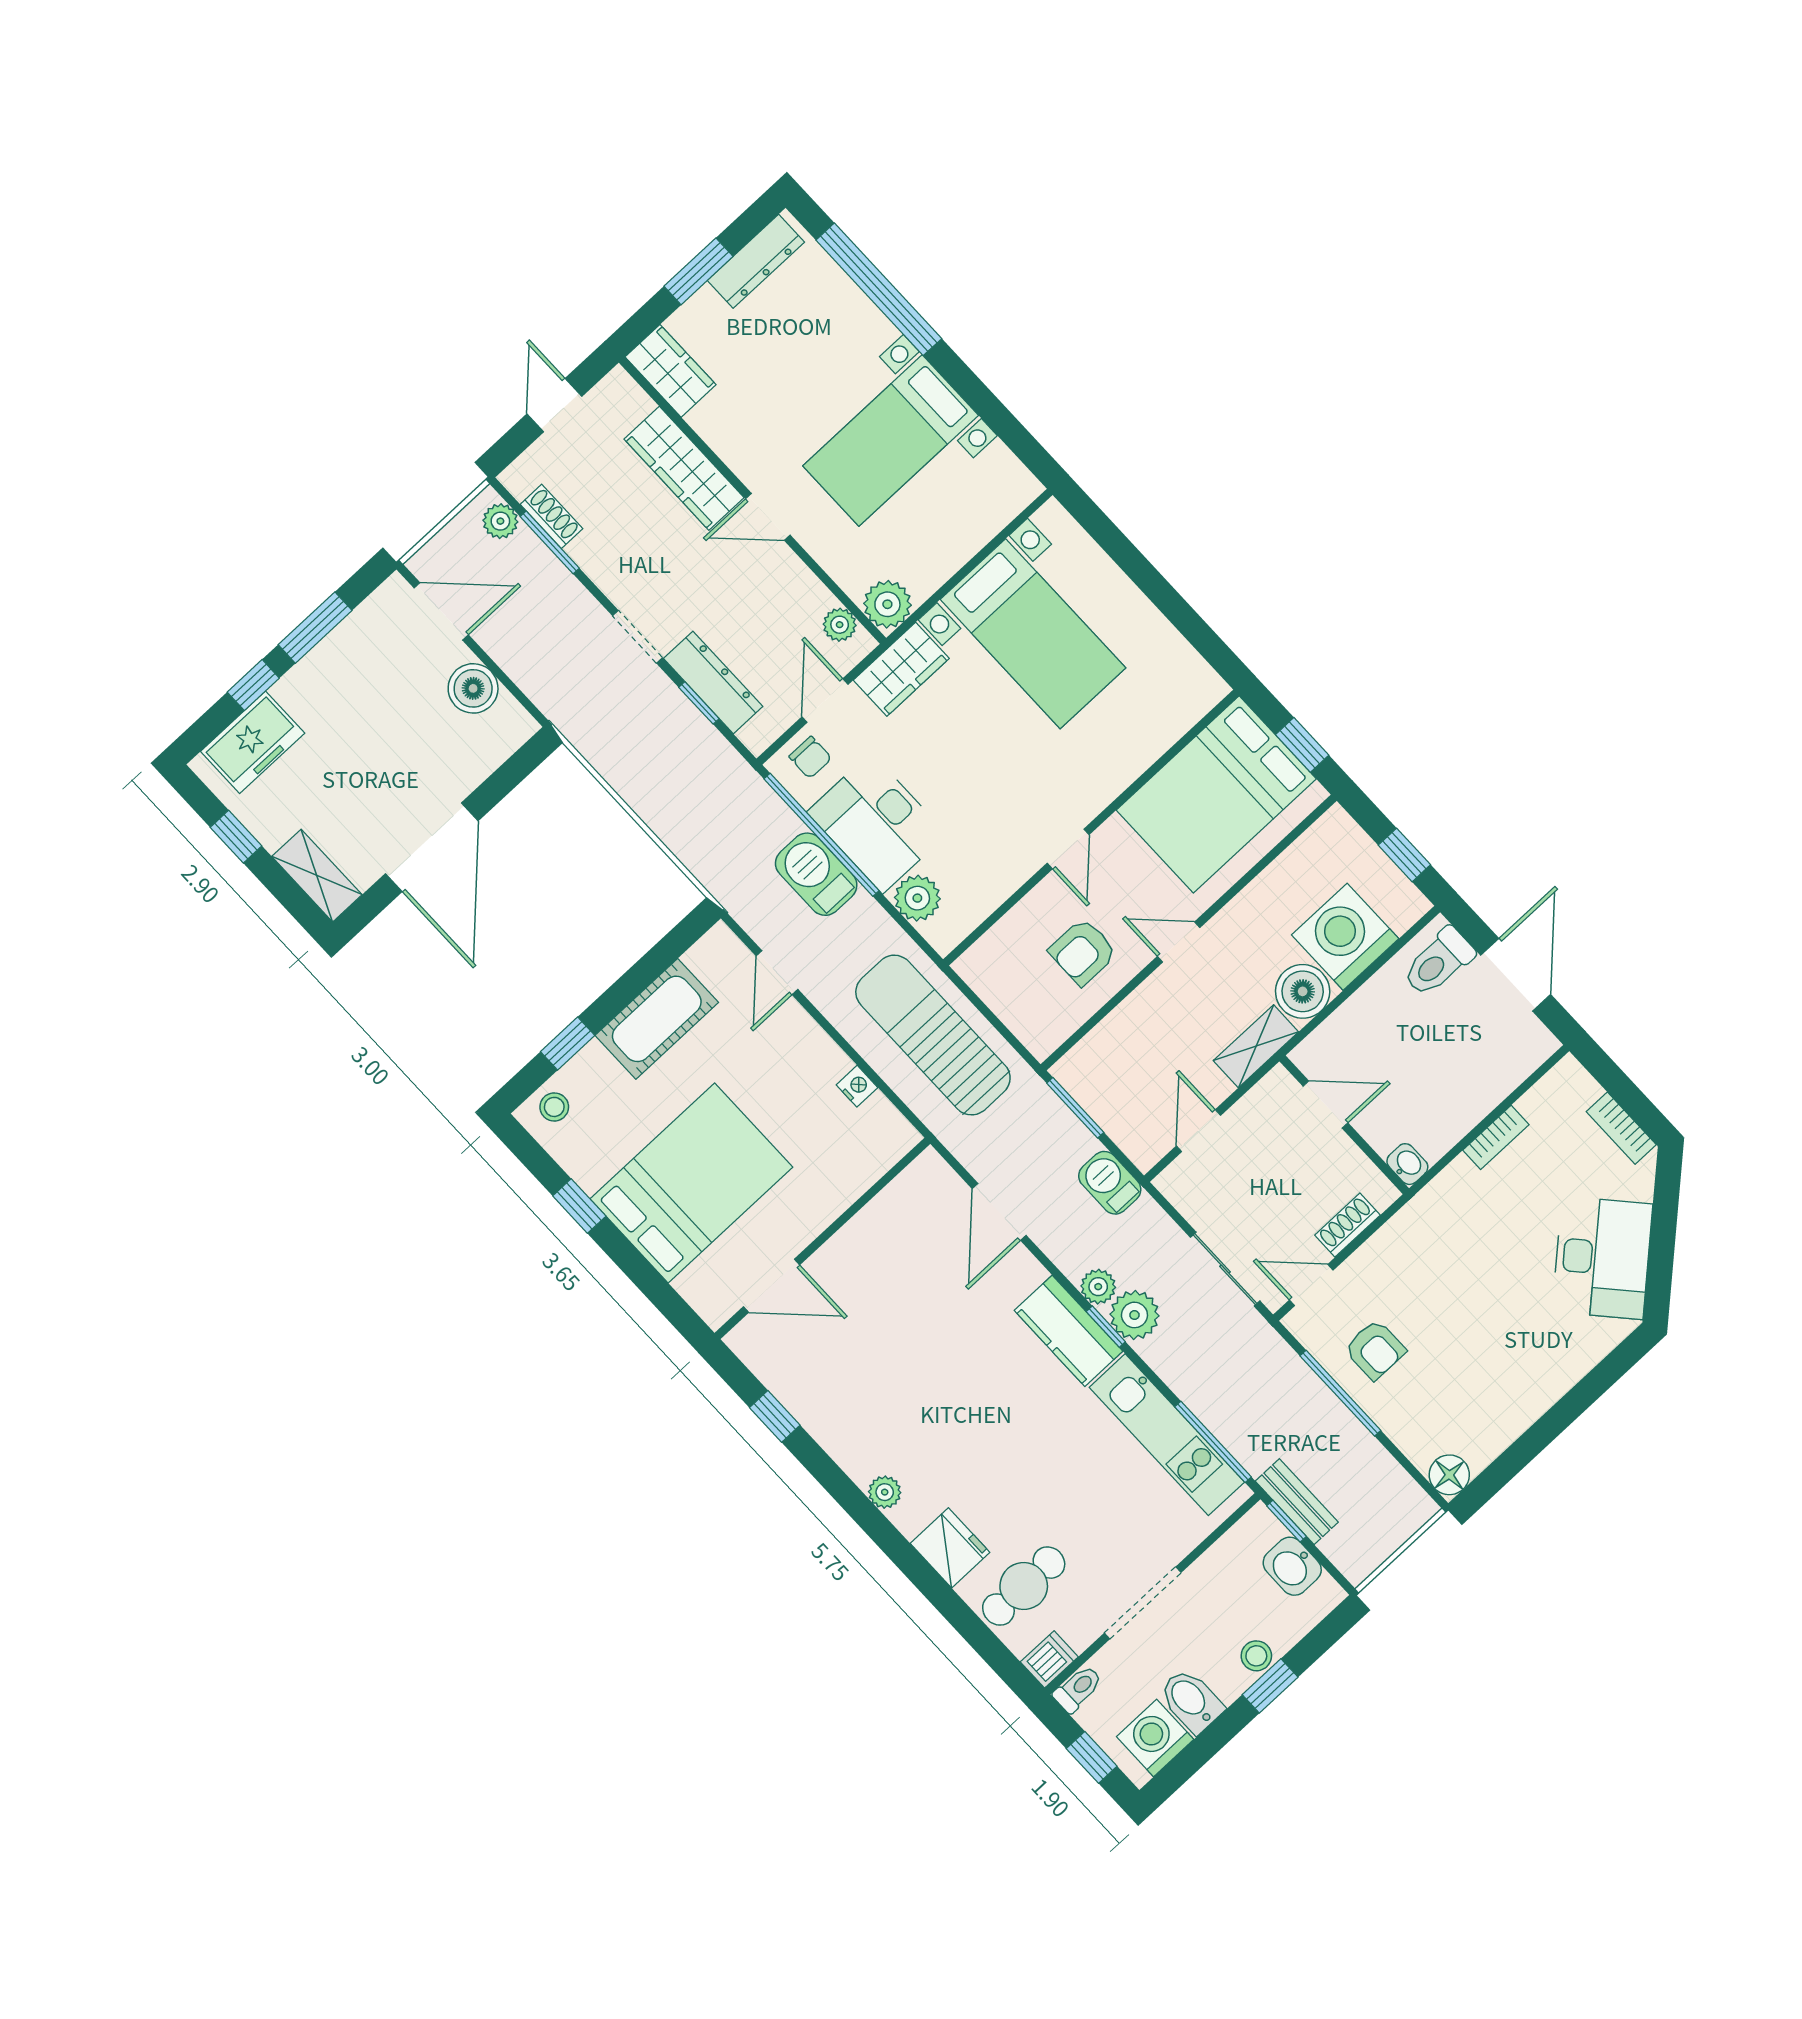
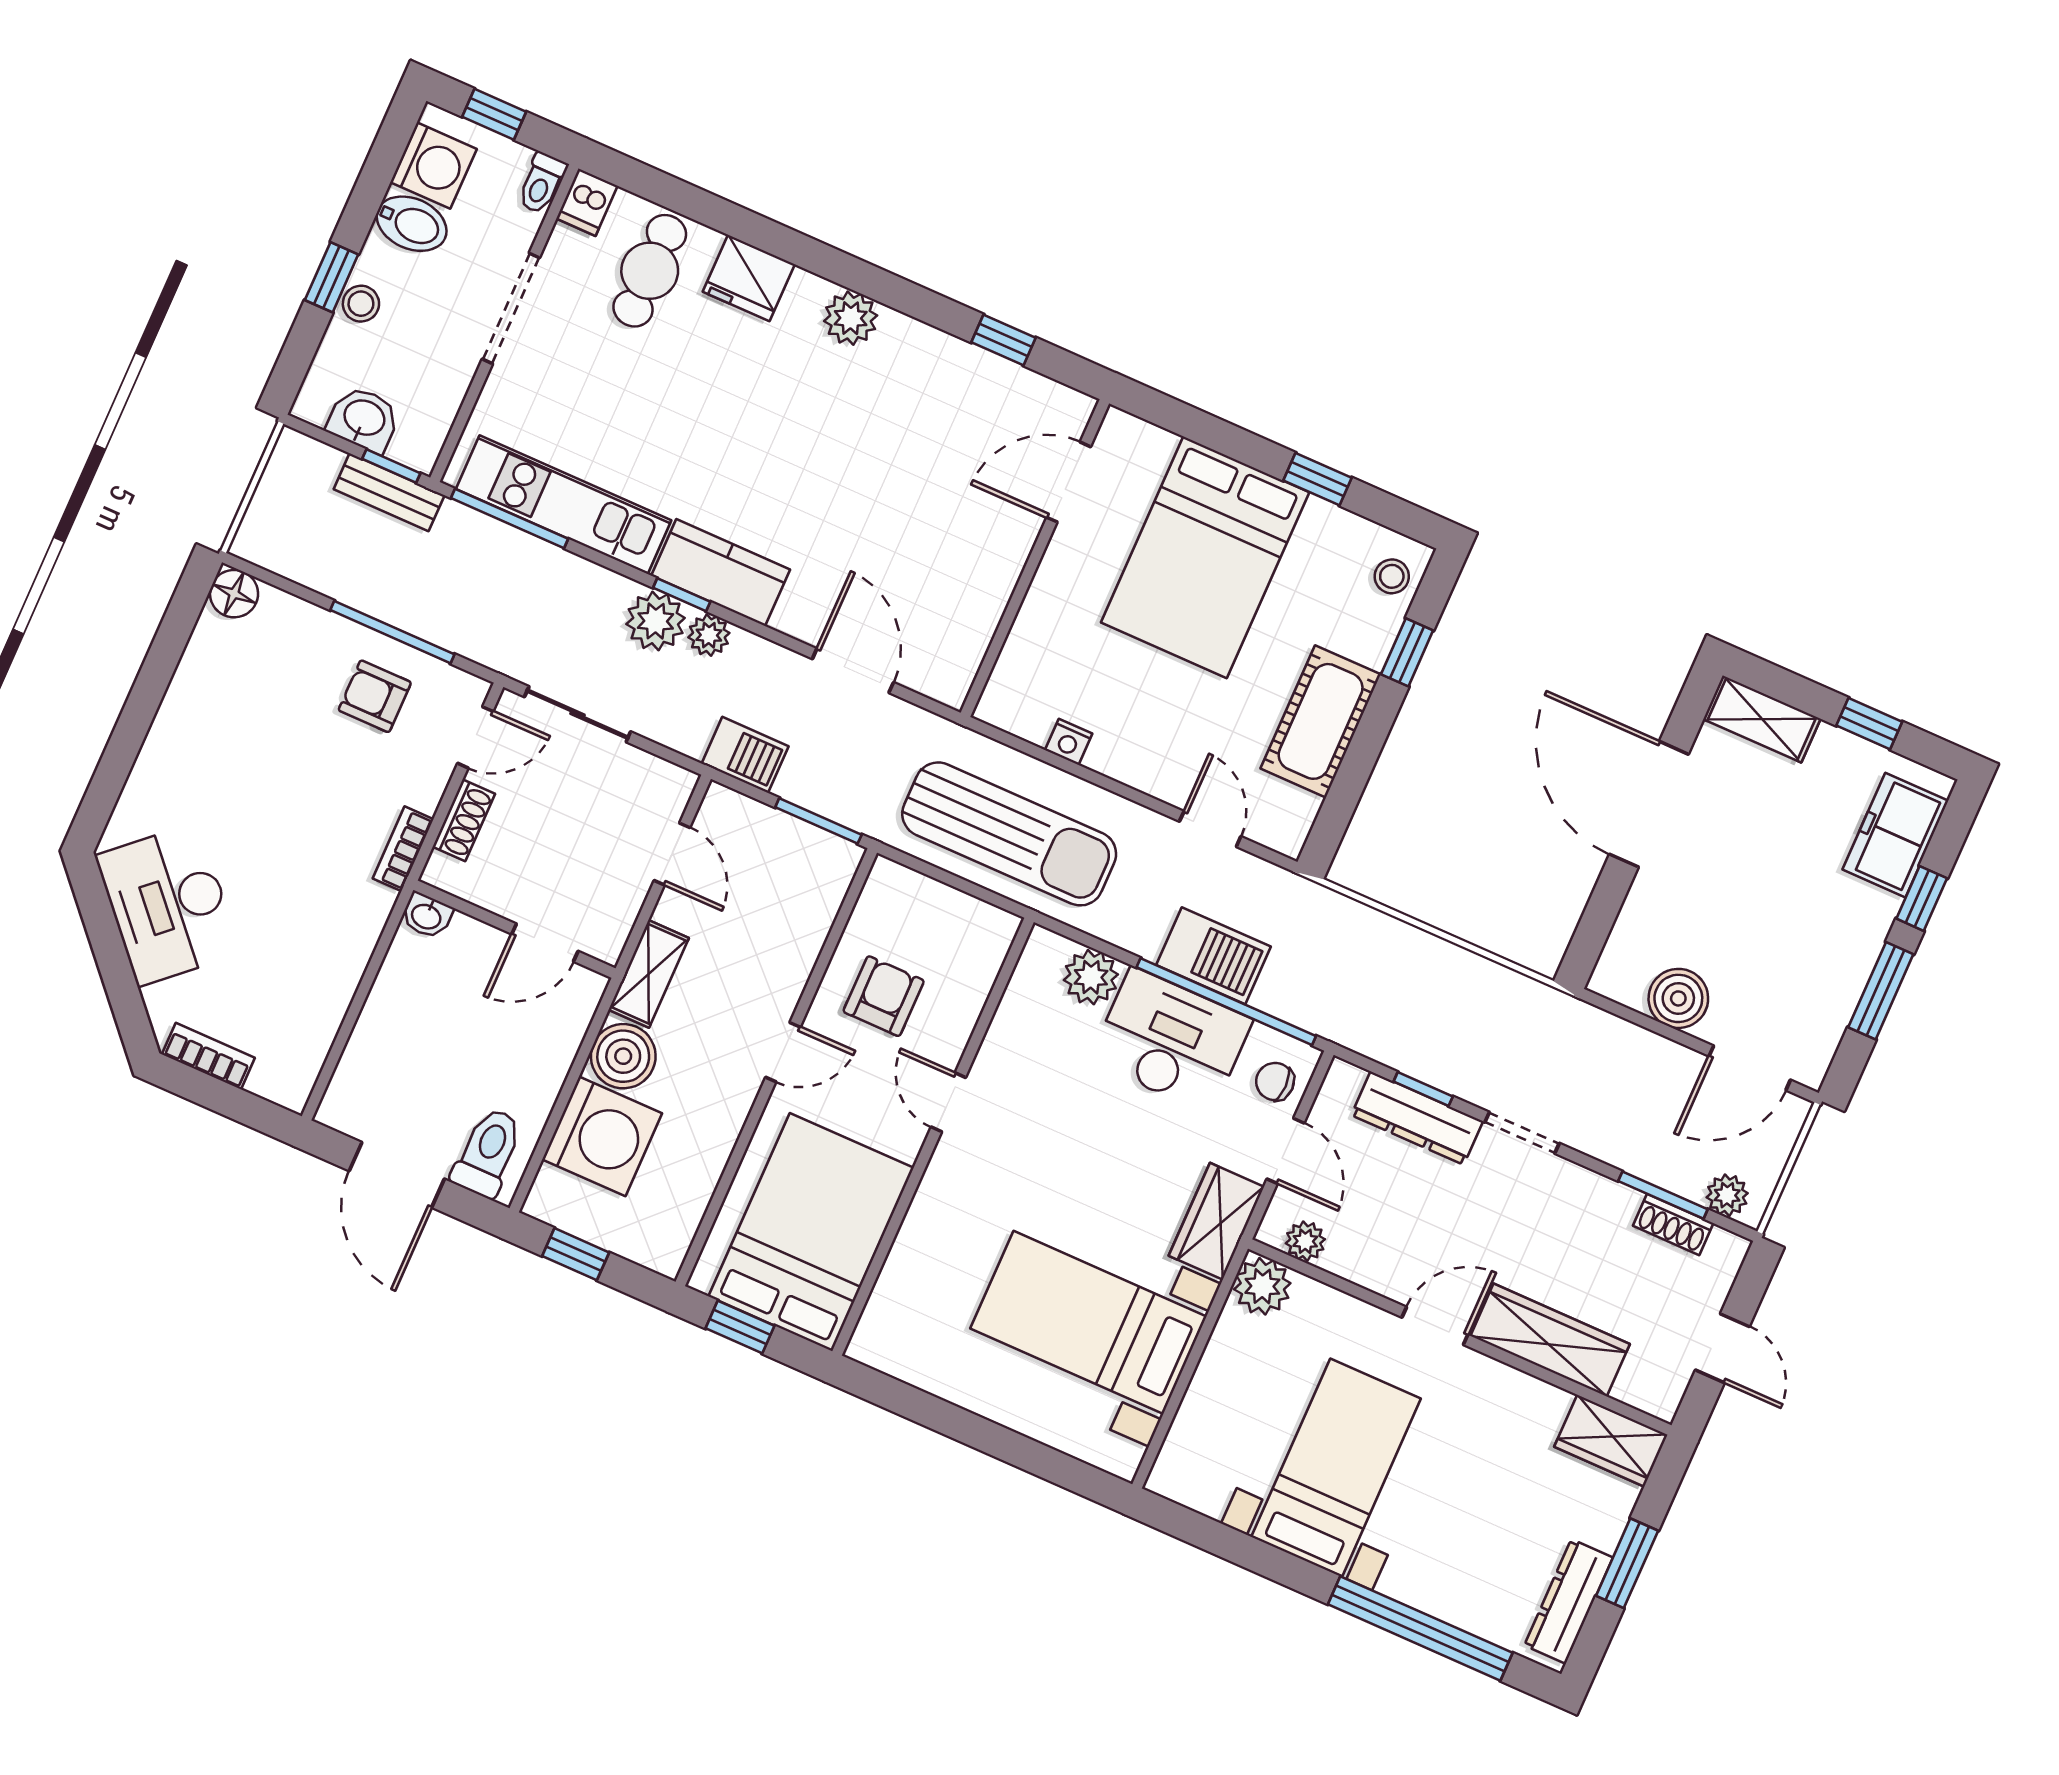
bookcase: (1496, 1137) -> (403, 849), moved
plant: (885, 1492) -> (851, 318), width x1.38, depth x1.38

